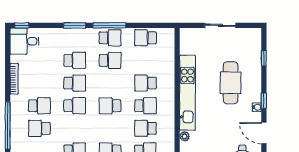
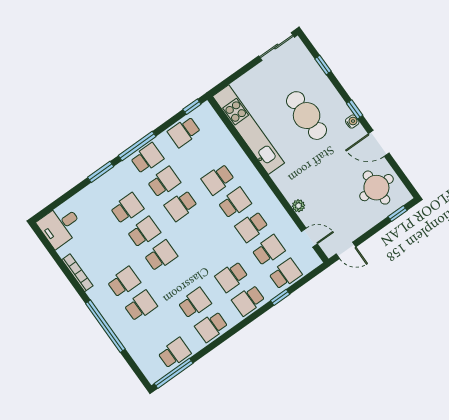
window: (22, 25) -> (192, 107), moved
sliding door: (220, 25) -> (276, 47), moved
kitchen unit: (187, 93) -> (249, 130), moved
school desk: (110, 106) -> (181, 206), moved
school desk: (39, 128) -> (141, 306), turned 180

